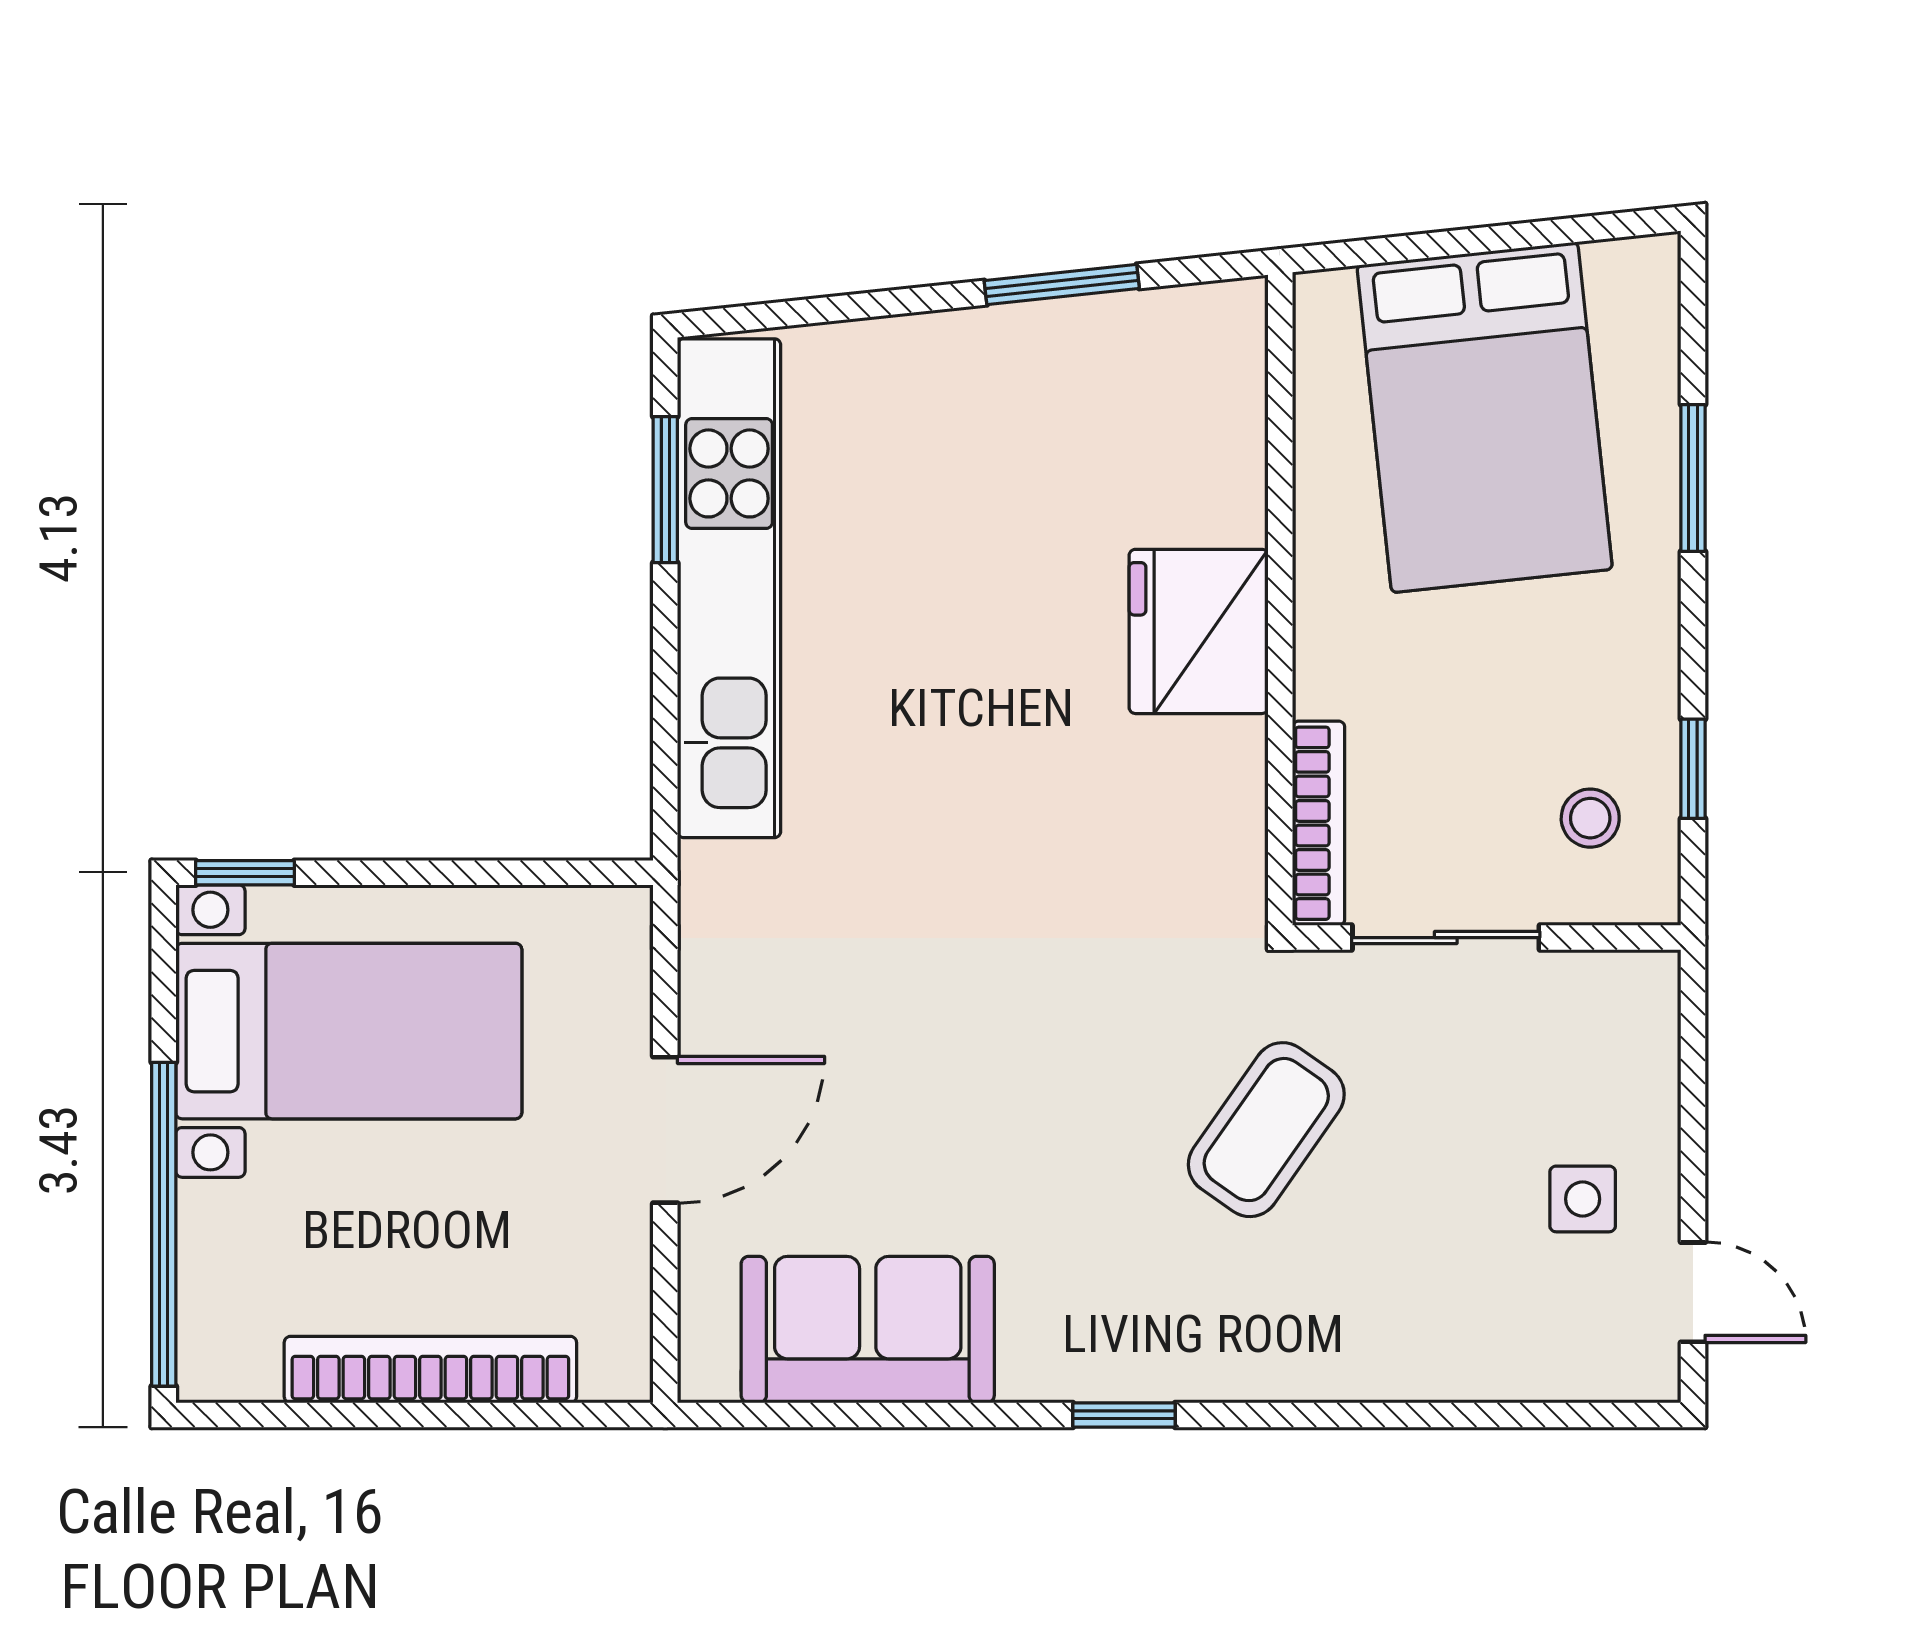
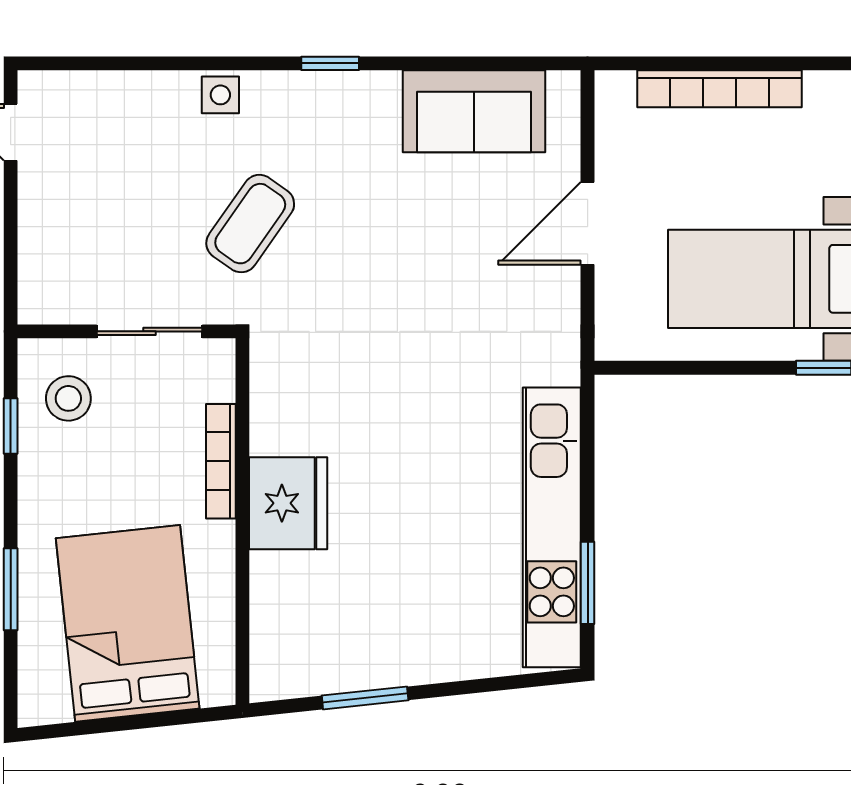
stool: (1590, 818) -> (68, 398), width x1.37, depth x1.37
bookcase: (1319, 823) -> (221, 461), moved
side table: (1583, 1199) -> (220, 95), moved

